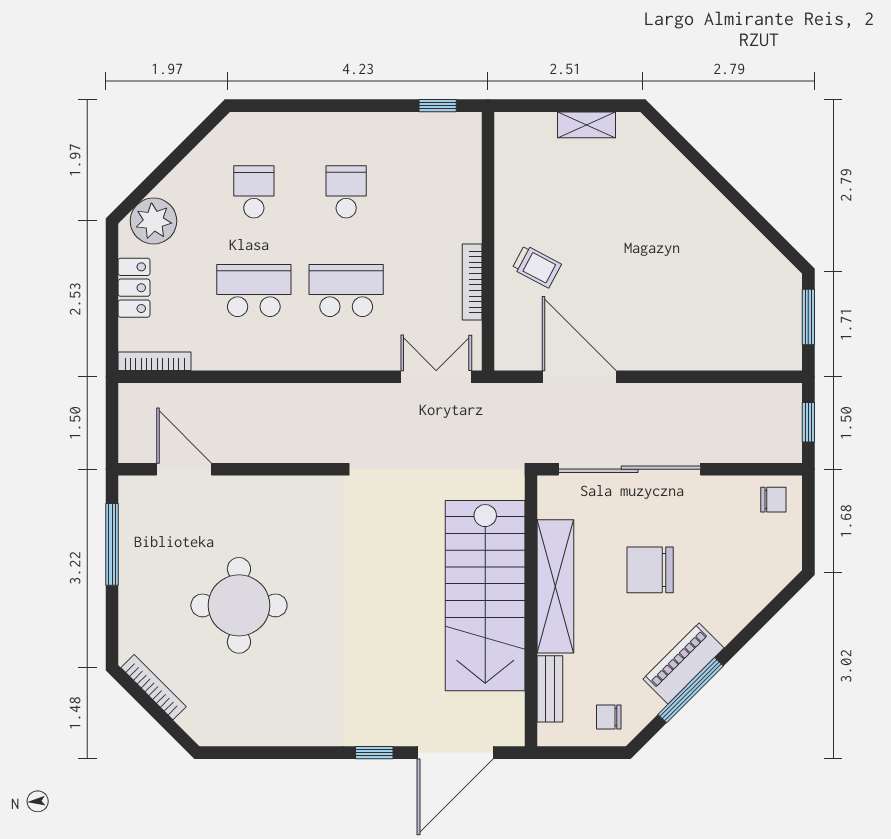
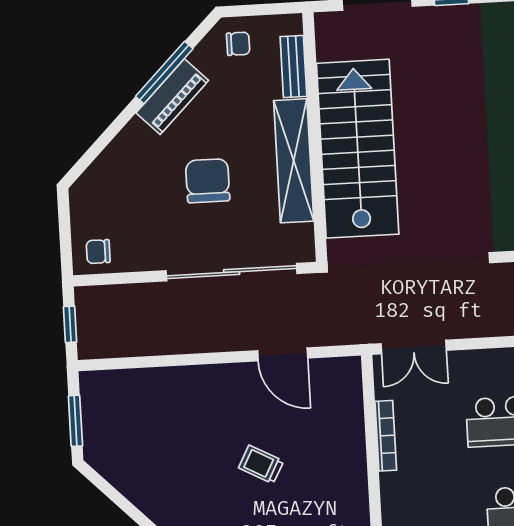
trolley: (537, 266) -> (261, 464), moved
door: (579, 377) -> (283, 354), width x0.73
chair: (650, 570) -> (208, 181), turned -90

